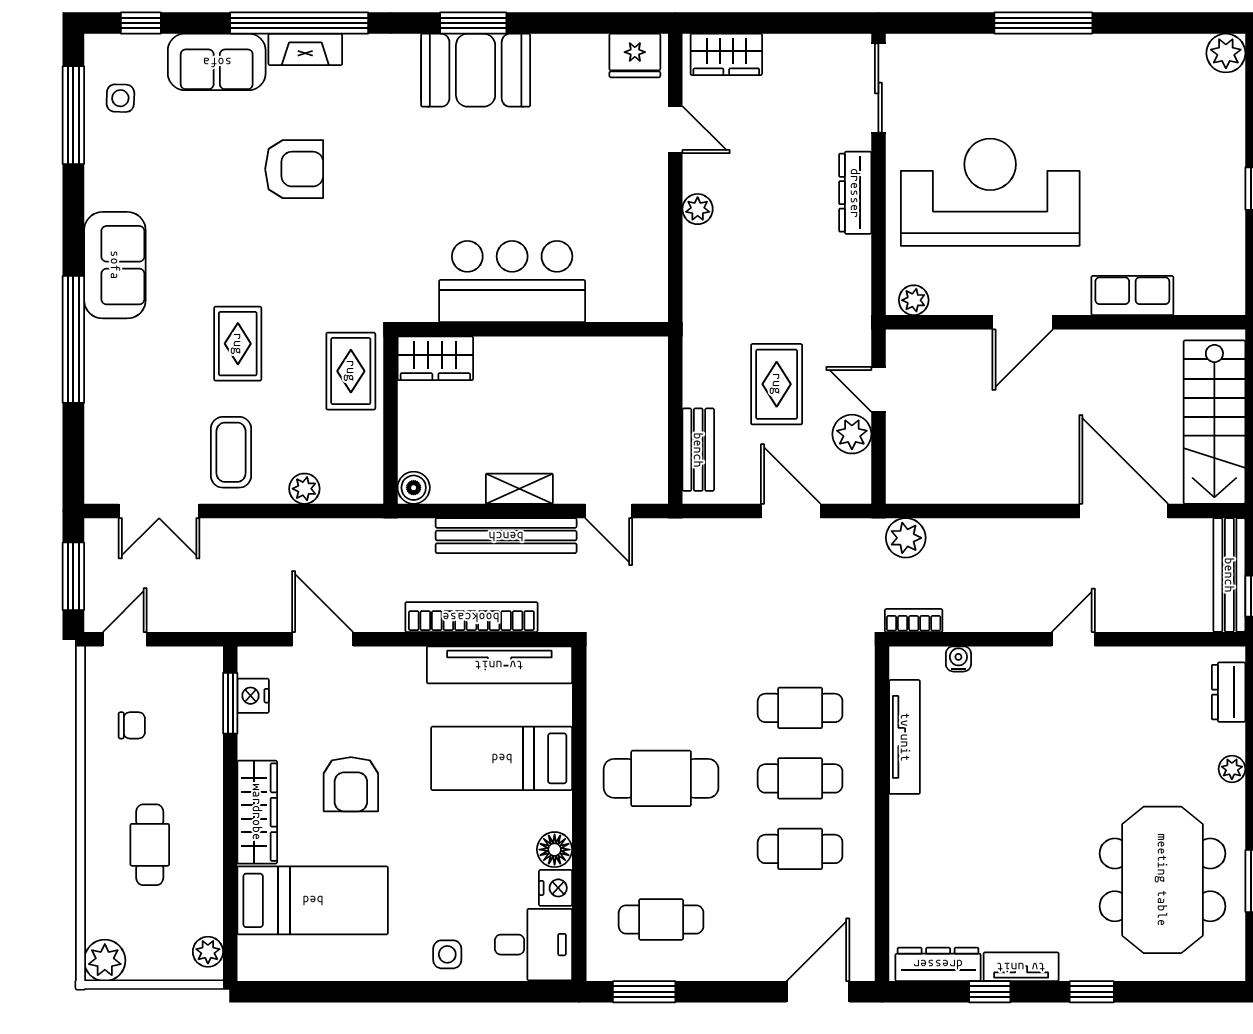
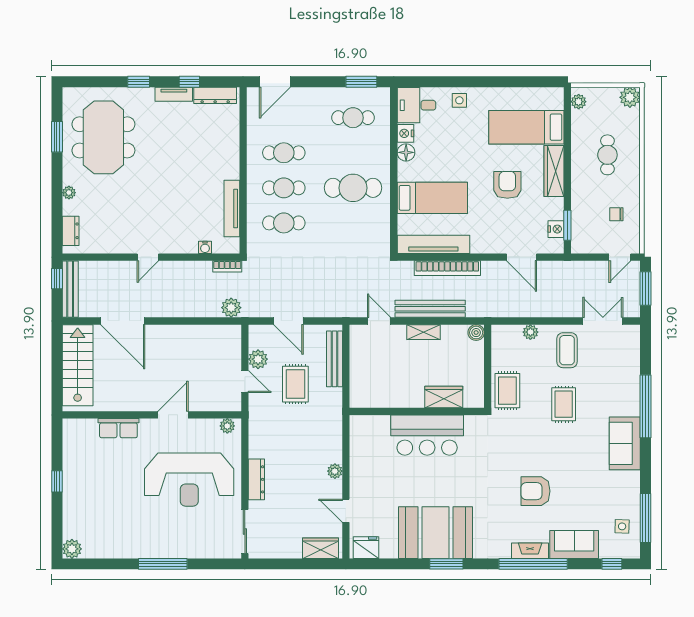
booth: (476, 70) -> (436, 533), width x1.36, depth x1.42
wardrobe: (435, 358) -> (444, 397), moved
bench: (698, 450) -> (334, 359), width x1.36

